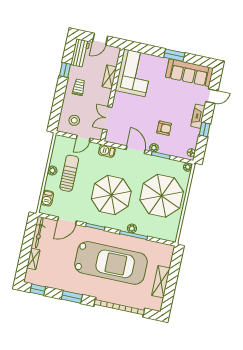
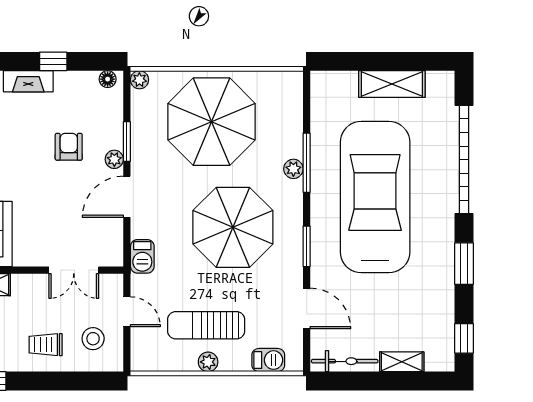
trolley: (79, 87) -> (46, 345), moved

